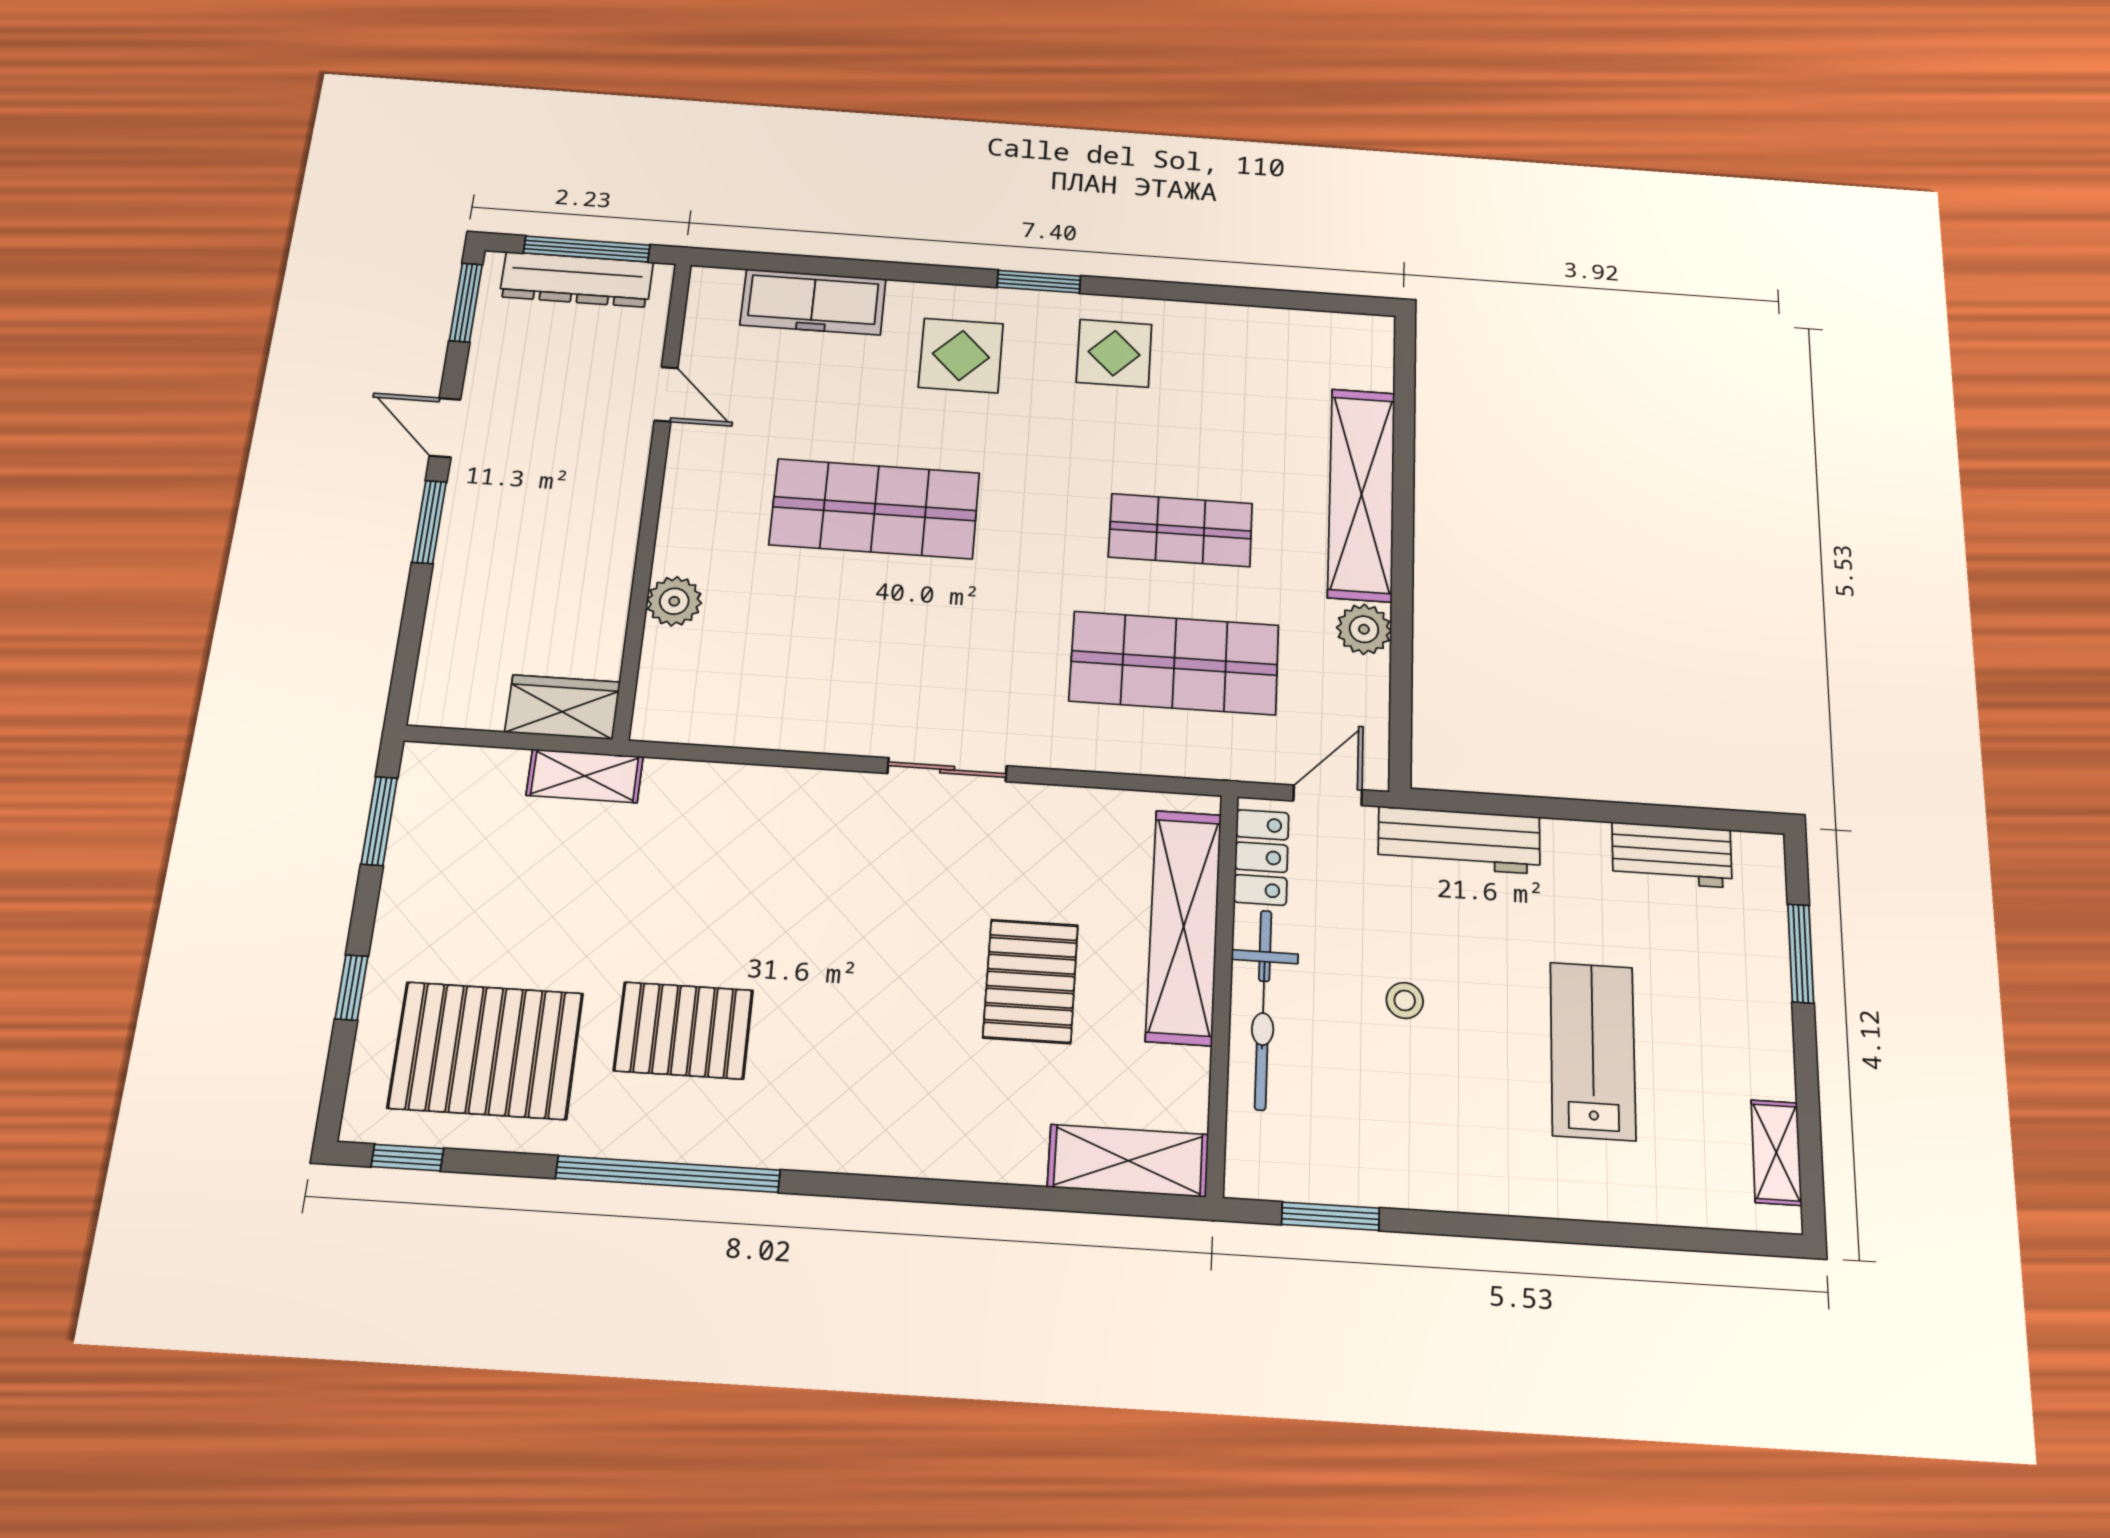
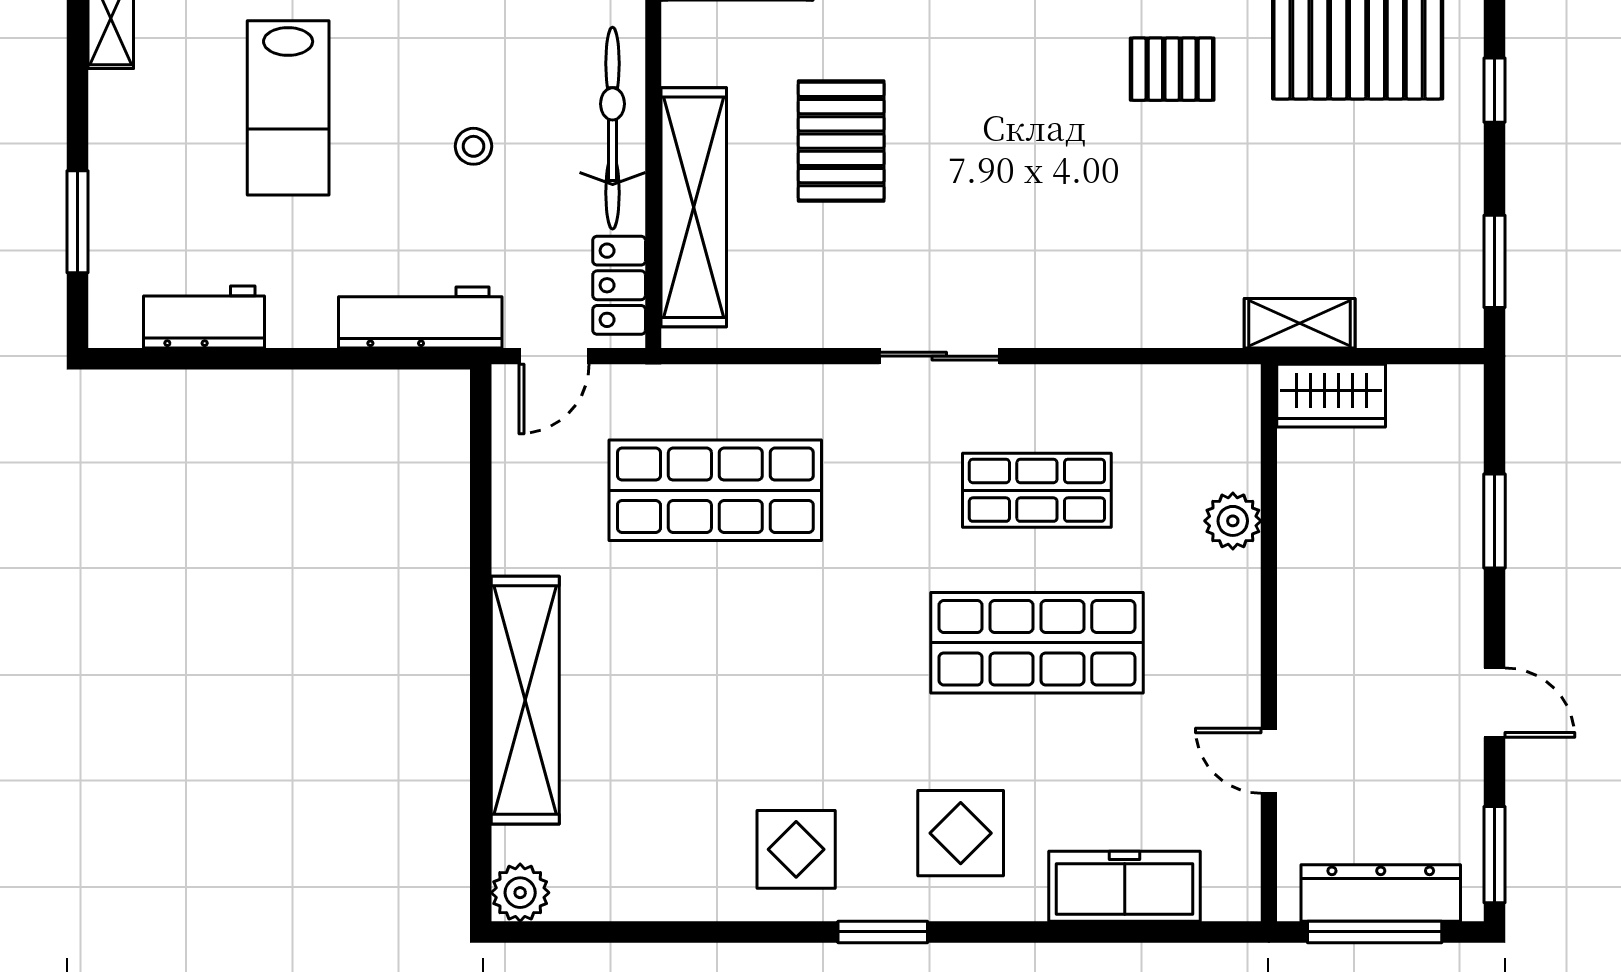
window: (429, 522) -> (1494, 521), moved
shop shelf: (1181, 530) -> (1037, 490), moved
plant: (1364, 629) -> (520, 893), moved
pallet: (684, 1030) -> (1172, 69), width x0.67, depth x0.71

